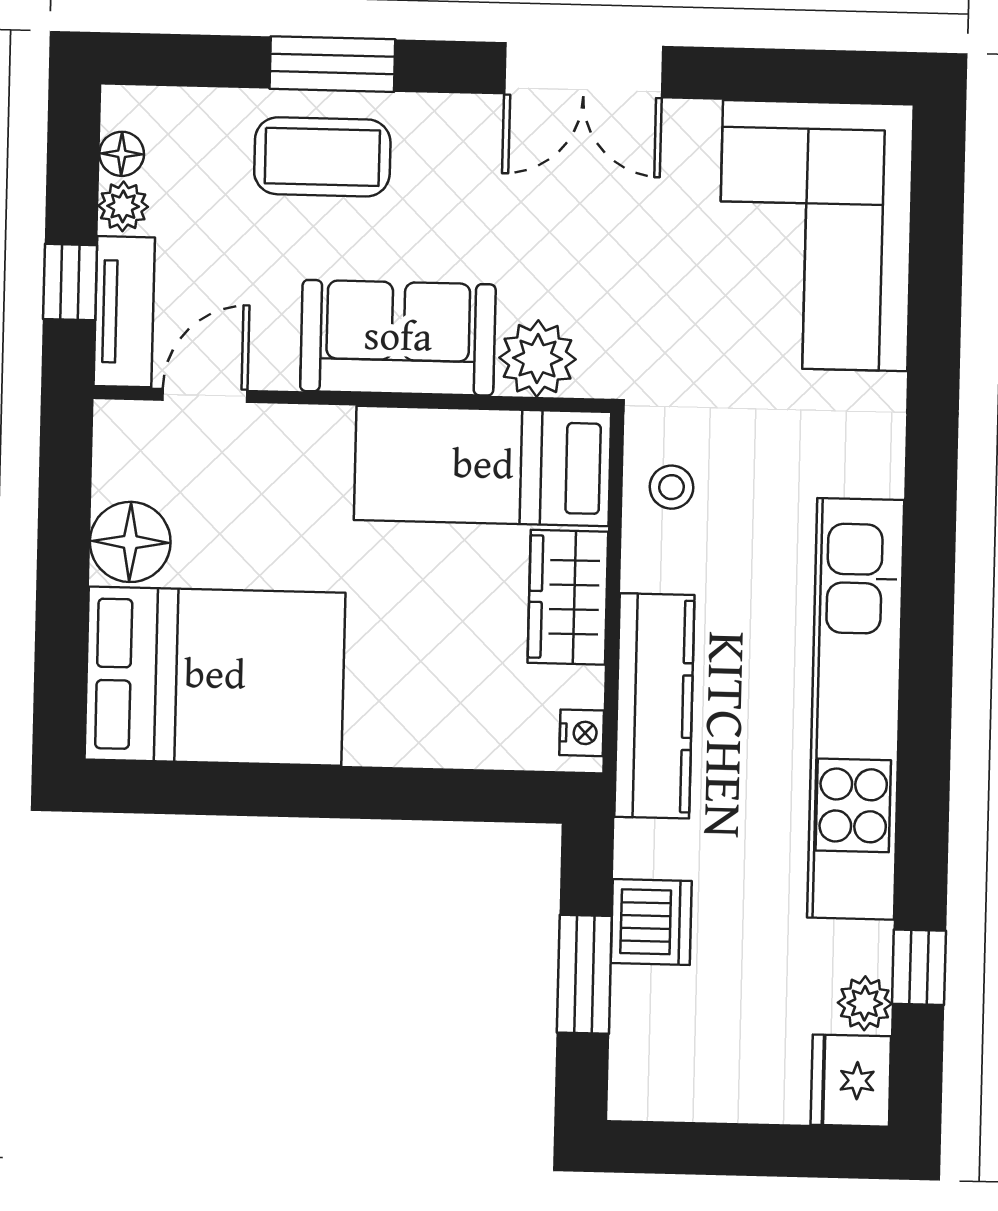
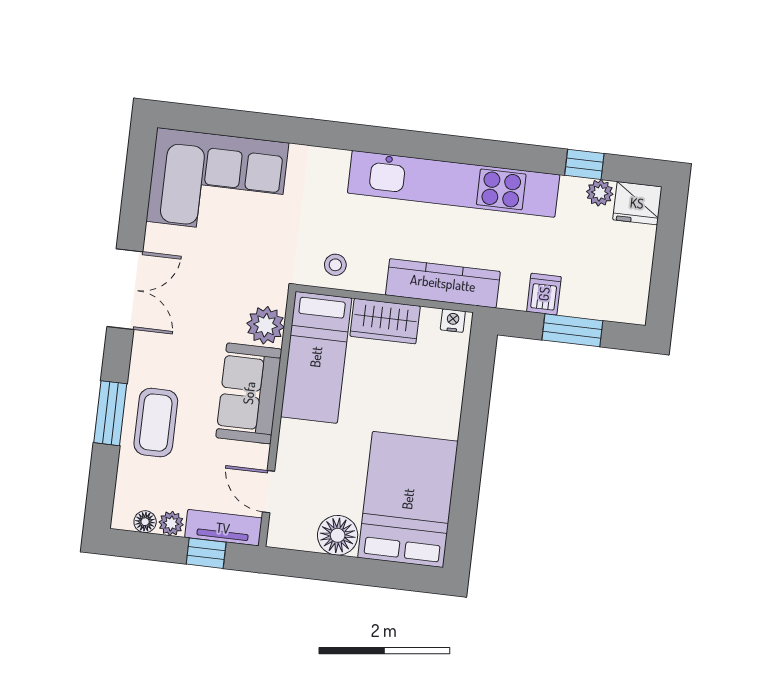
dishwasher: (651, 922) -> (544, 294), width x0.73

